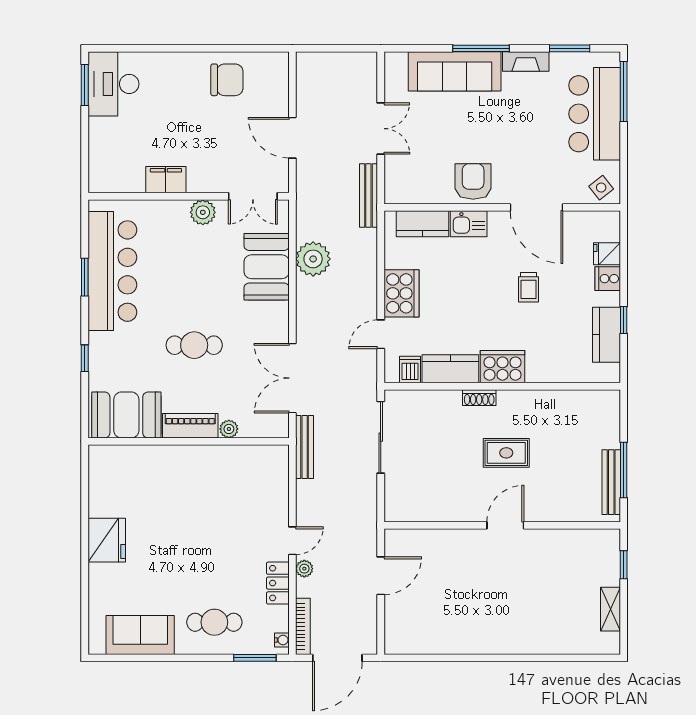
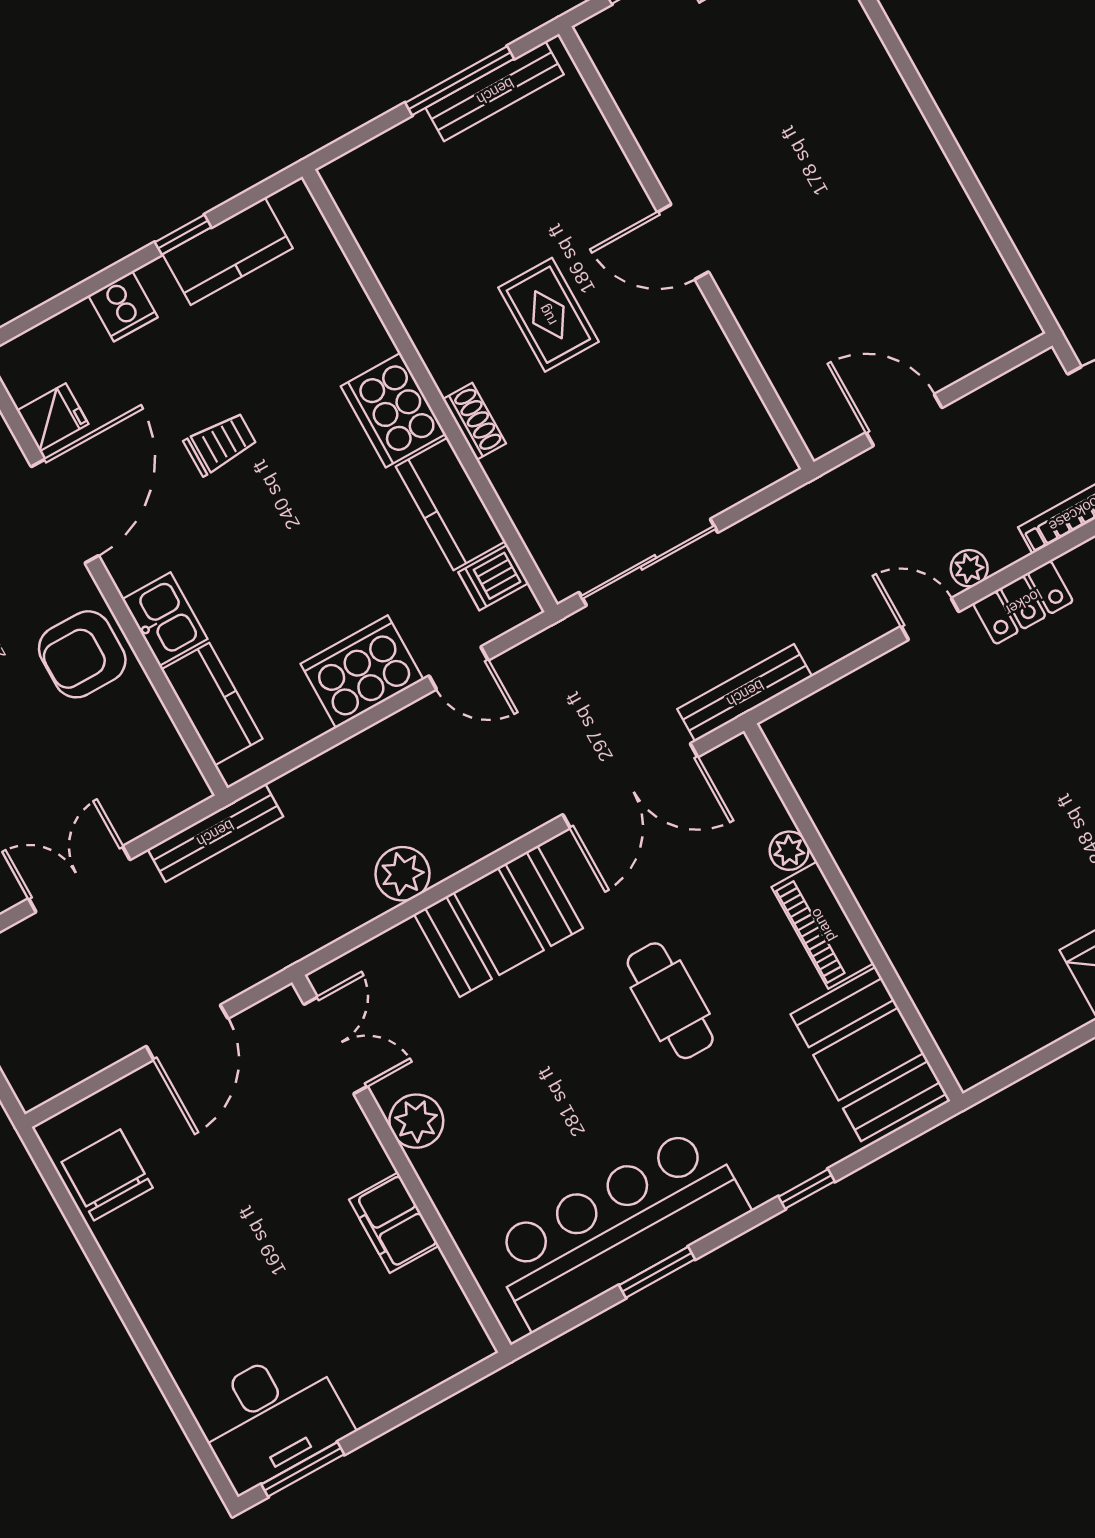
chair: (227, 80) -> (107, 1175), moved
fridge: (607, 254) -> (53, 417), moved, turned -90
plant: (313, 259) -> (402, 874), width x0.73, depth x0.73
booth: (267, 267) -> (499, 921), moved

